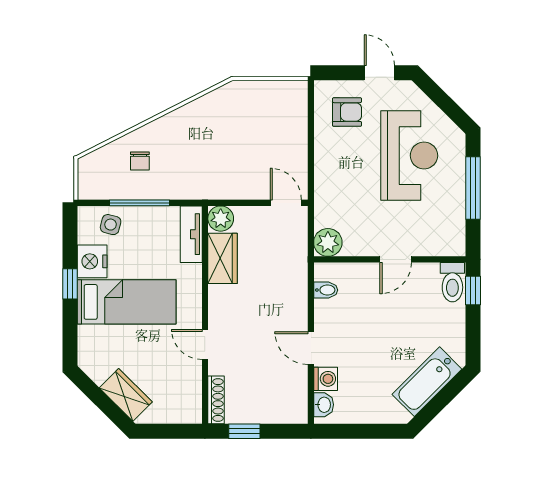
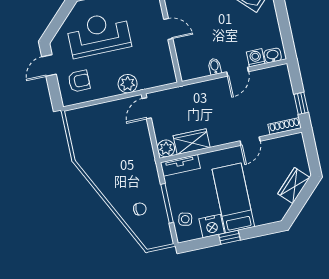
armchair: (347, 112) -> (79, 81), turned 90
plant: (328, 242) -> (128, 84), moved
bidet: (326, 290) -> (215, 66), moved

